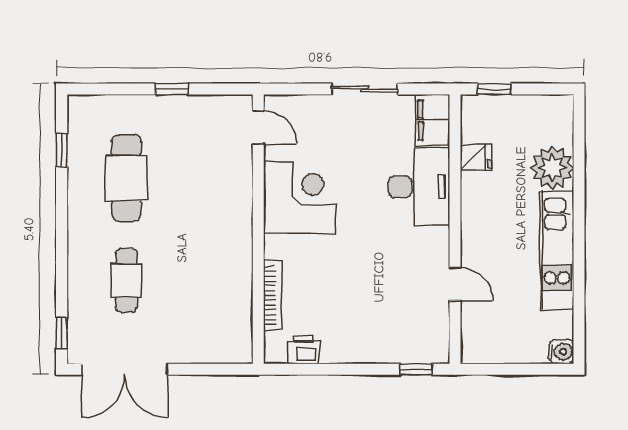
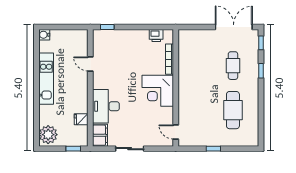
window: (62, 151) -> (261, 71), moved
plant: (552, 168) -> (48, 135), moved
corner desk: (300, 197) -> (158, 91), moved

